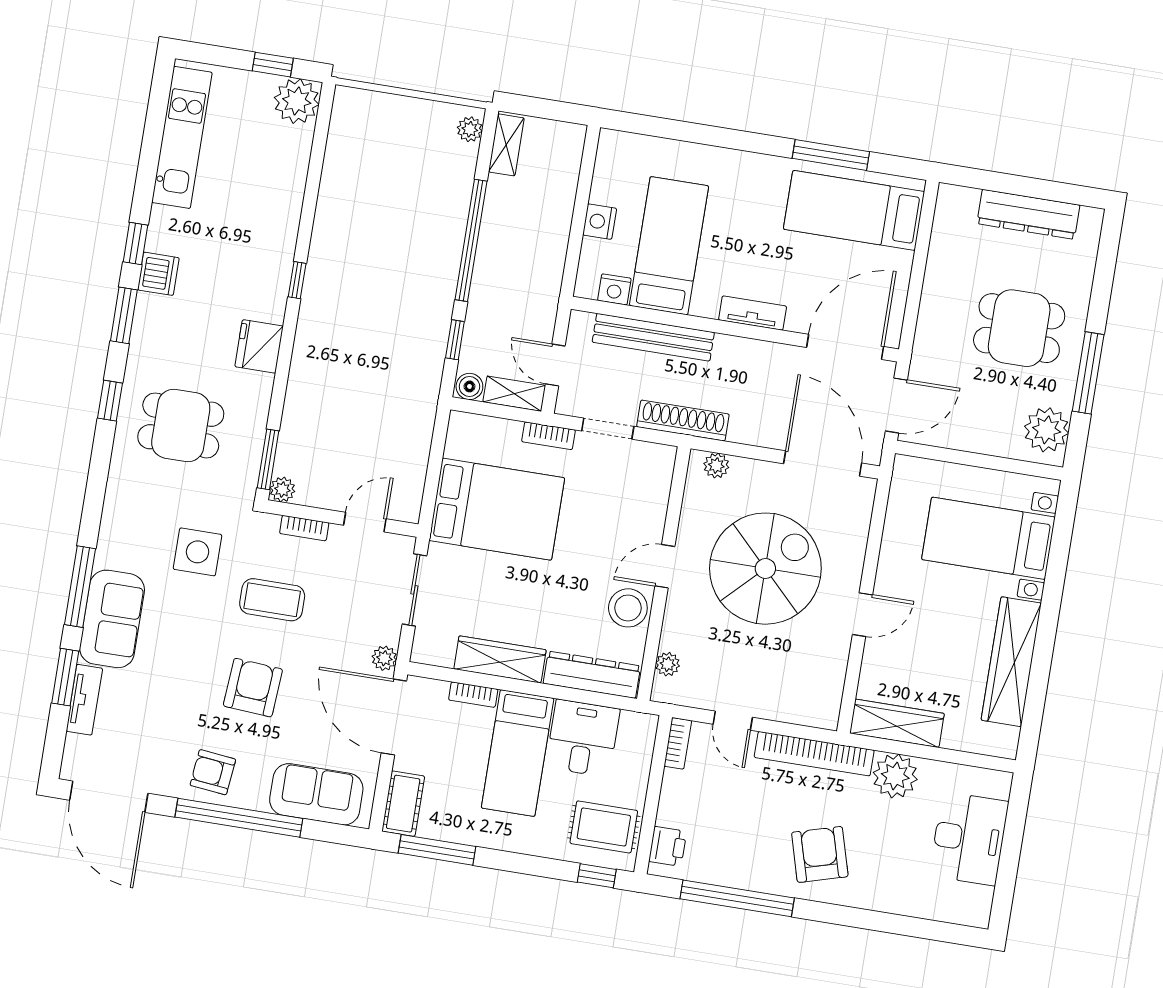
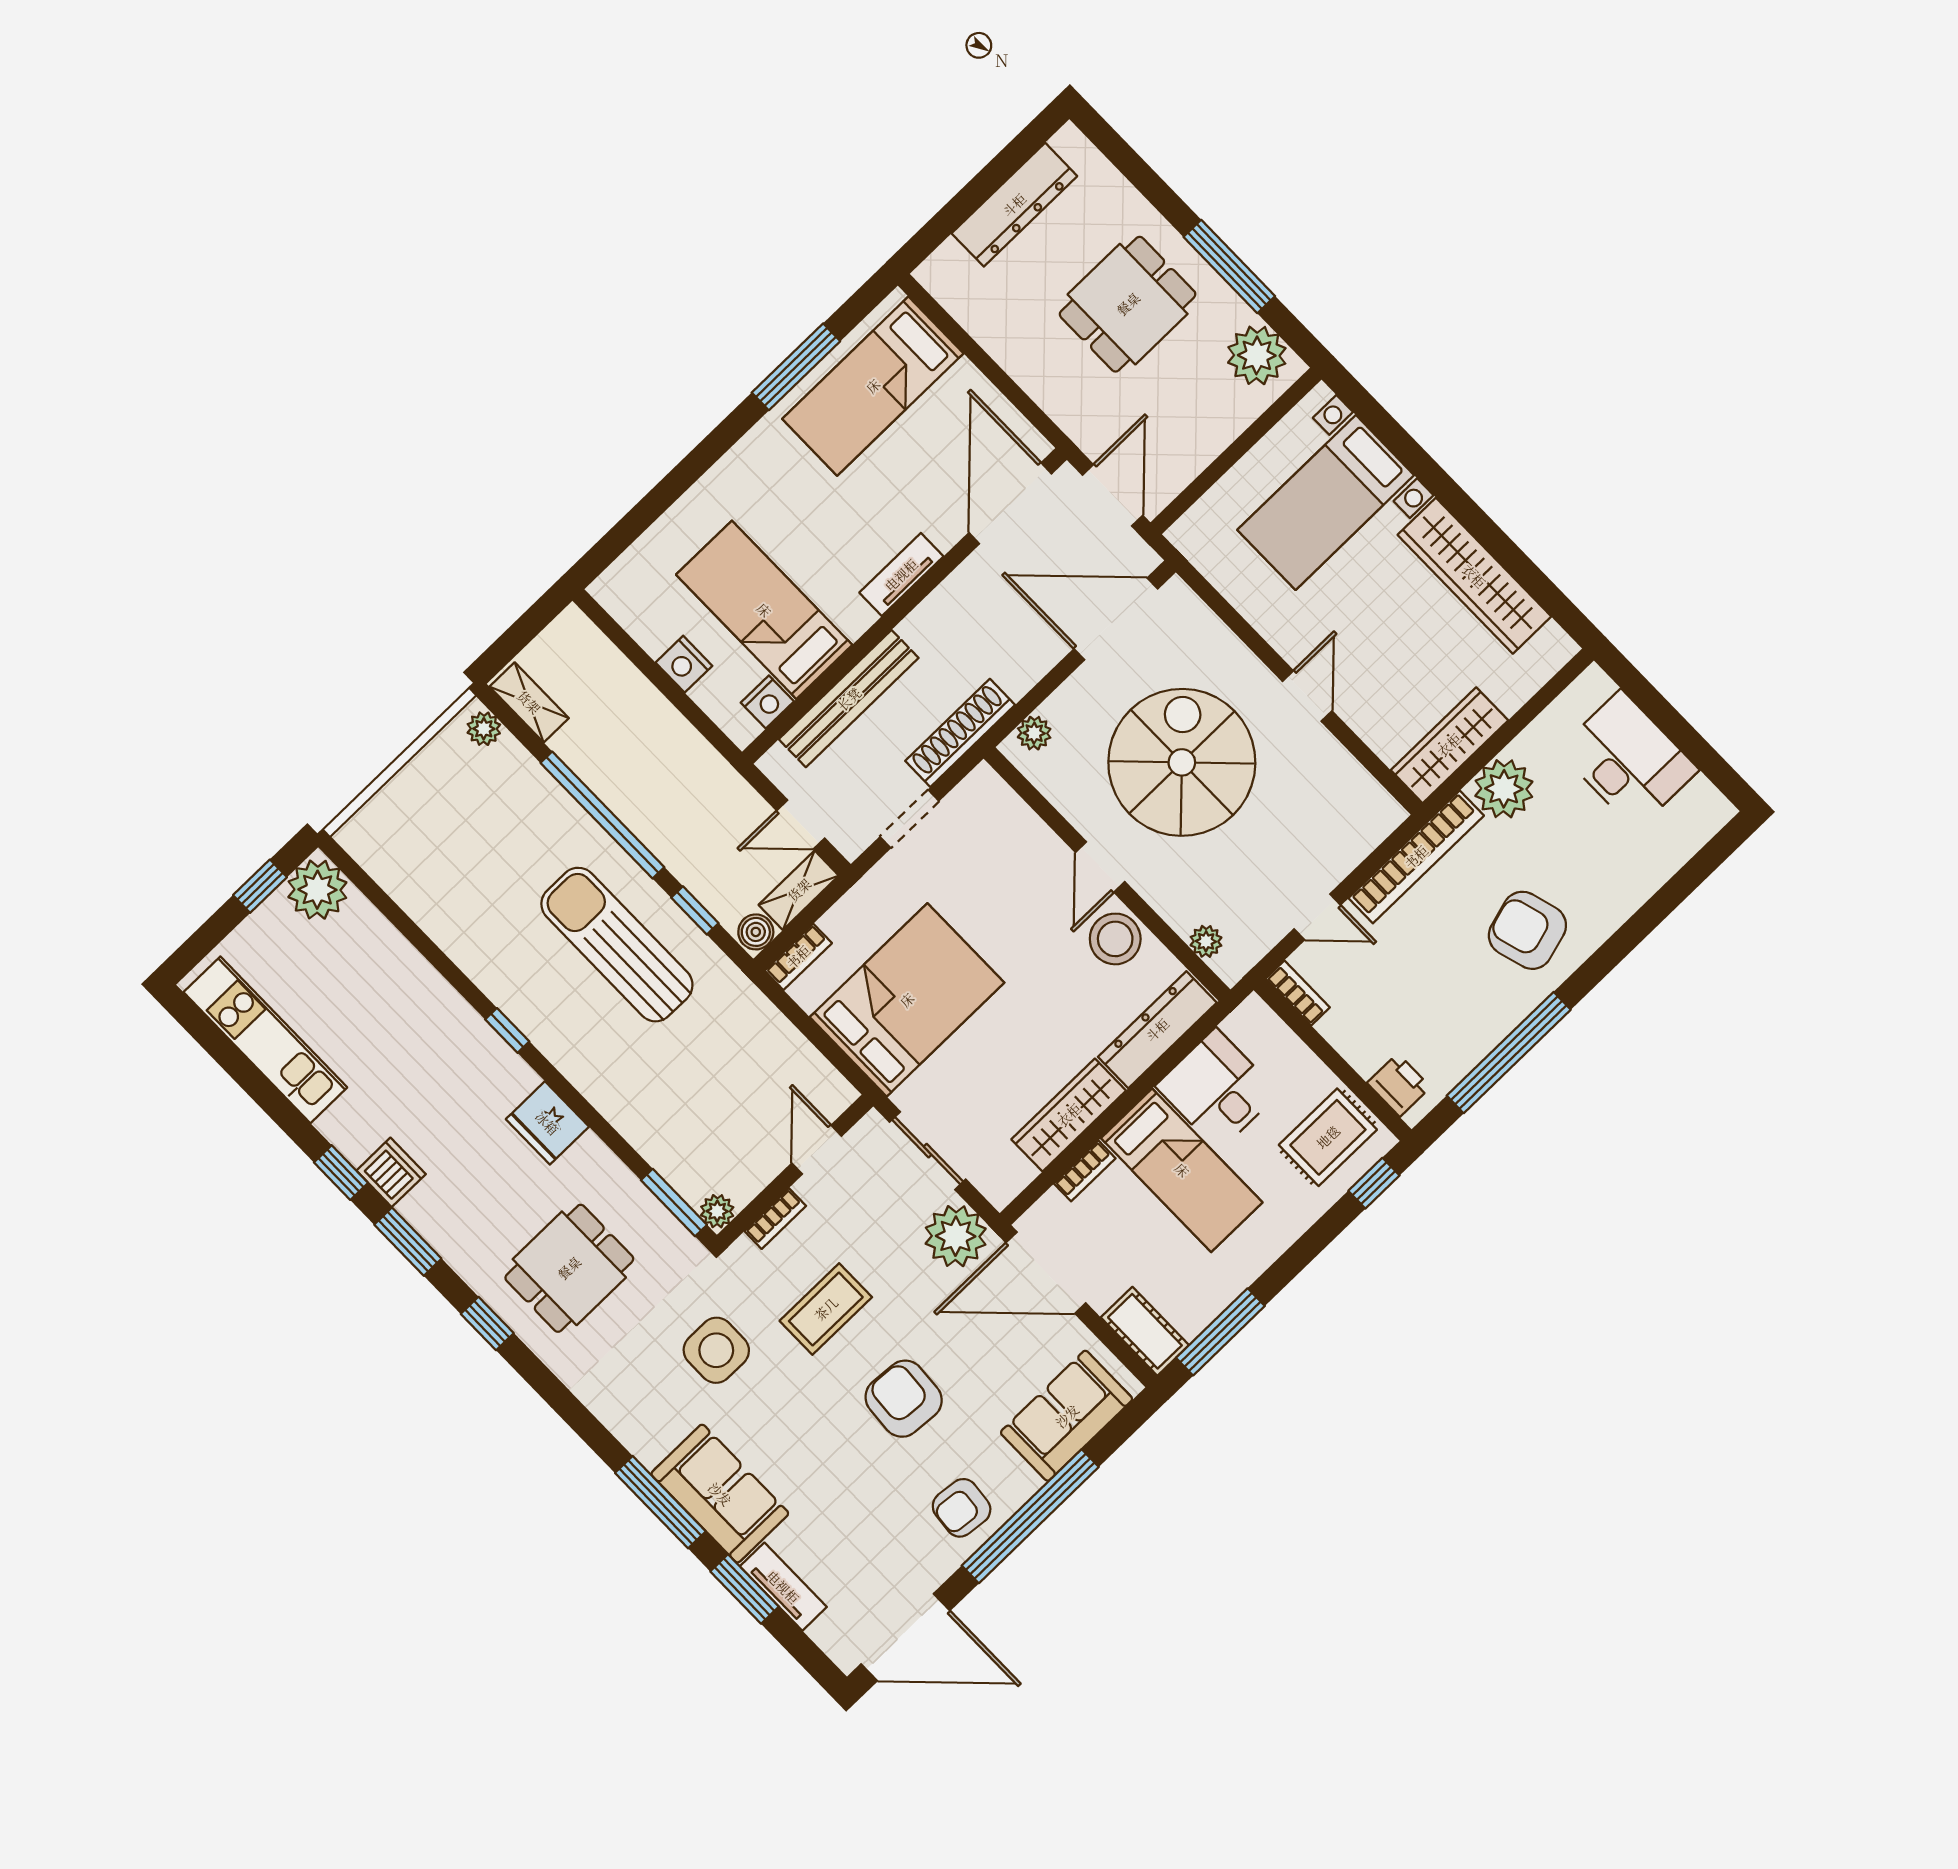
sun lounger: (399, 308) -> (617, 945), added
bookcase: (548, 436) -> (798, 957), moved
plant: (384, 658) -> (956, 1236), width x1.88, depth x1.88

